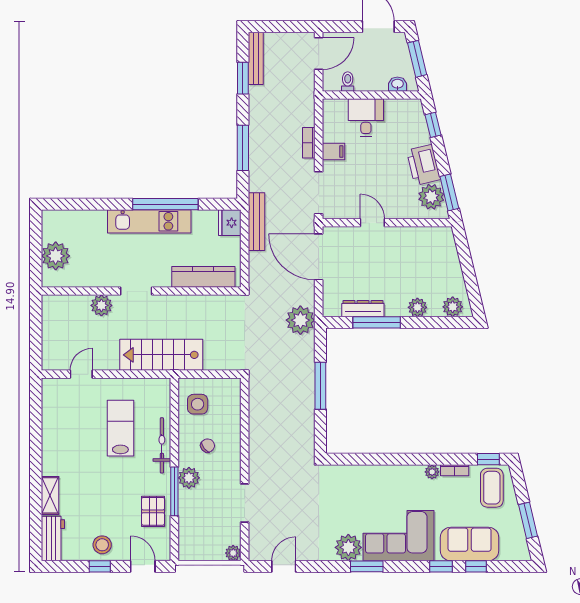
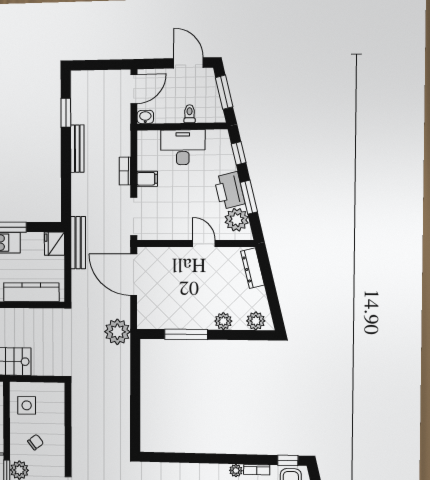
bench: (256, 58) -> (77, 149), moved
toilet: (348, 82) -> (190, 114), moved
washbasin: (397, 84) -> (145, 117), moved
desk: (366, 118) -> (183, 147), width x1.37
window: (243, 148) -> (66, 176), removed
window: (449, 192) -> (249, 197), moved
door: (372, 223) -> (204, 244), moved
dresser: (363, 309) -> (252, 268), moved, turned -104
window: (320, 386) -> (135, 391), removed

